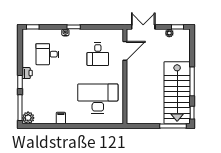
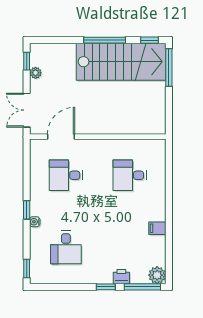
door: (125, 51) -> (61, 137), hinge flipped
desk: (98, 54) -> (66, 175), turned 180
printer: (27, 73) -> (121, 277), moved
desk: (98, 99) -> (130, 175), width x0.53, depth x0.77

